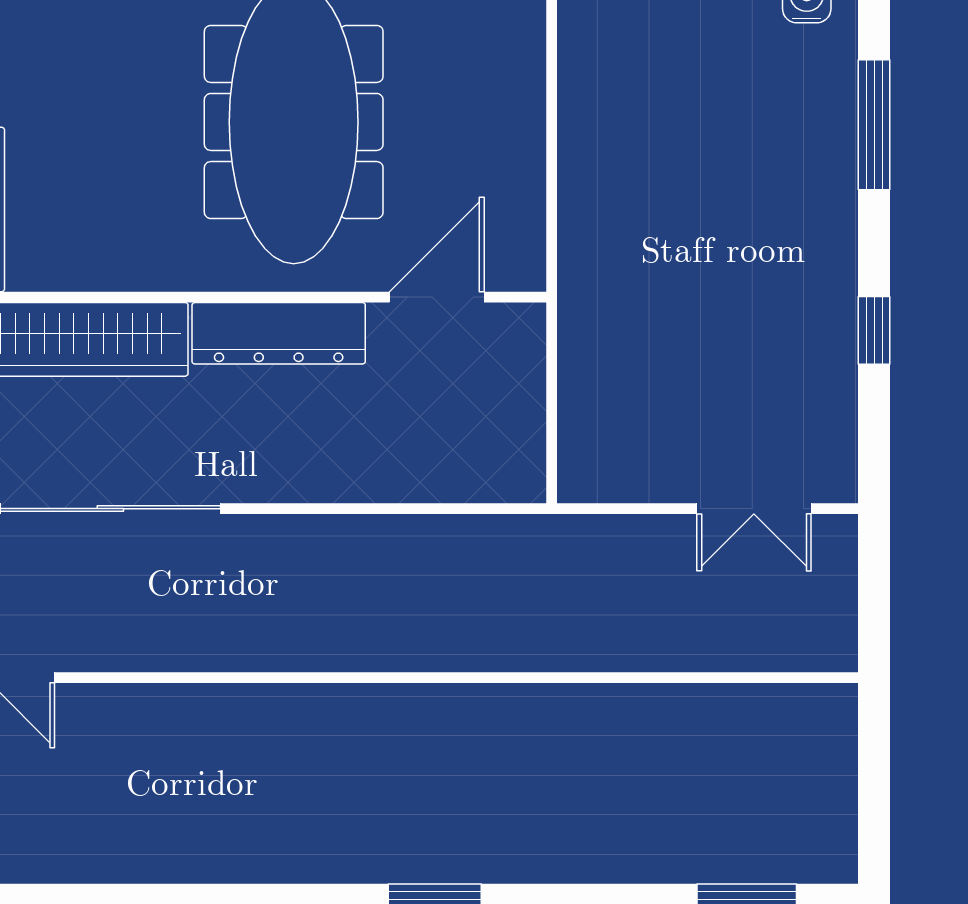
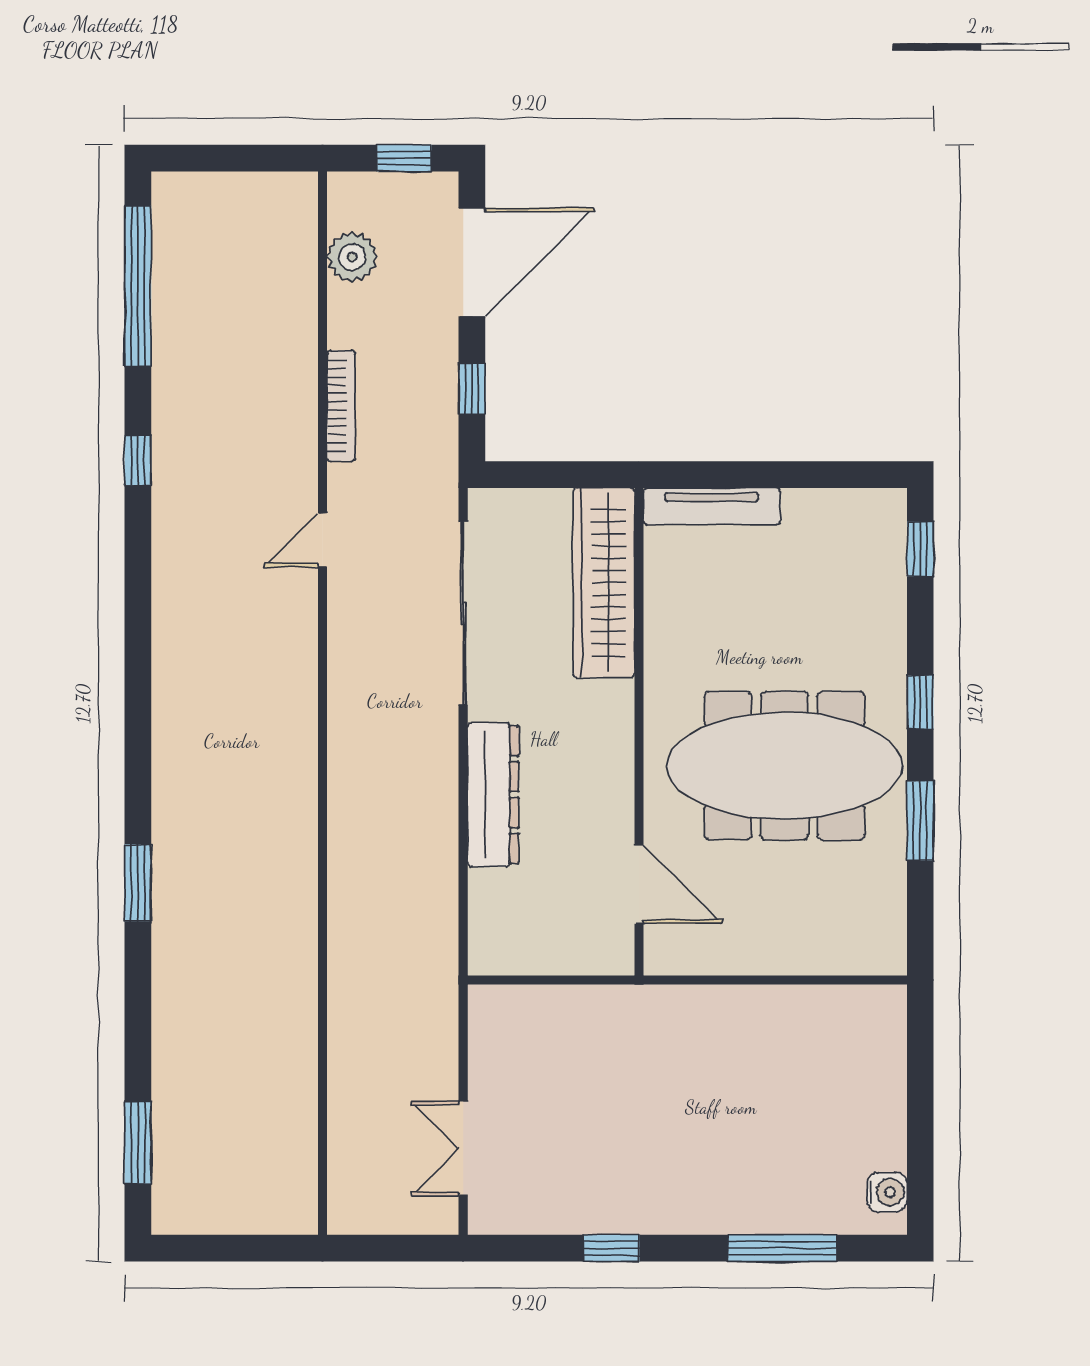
dresser: (279, 333) -> (493, 795), moved, turned 180

